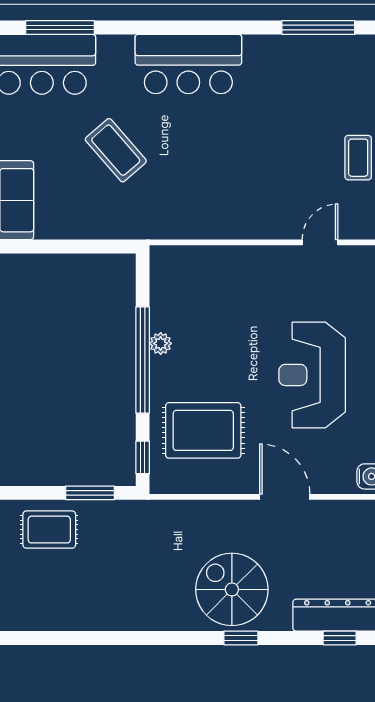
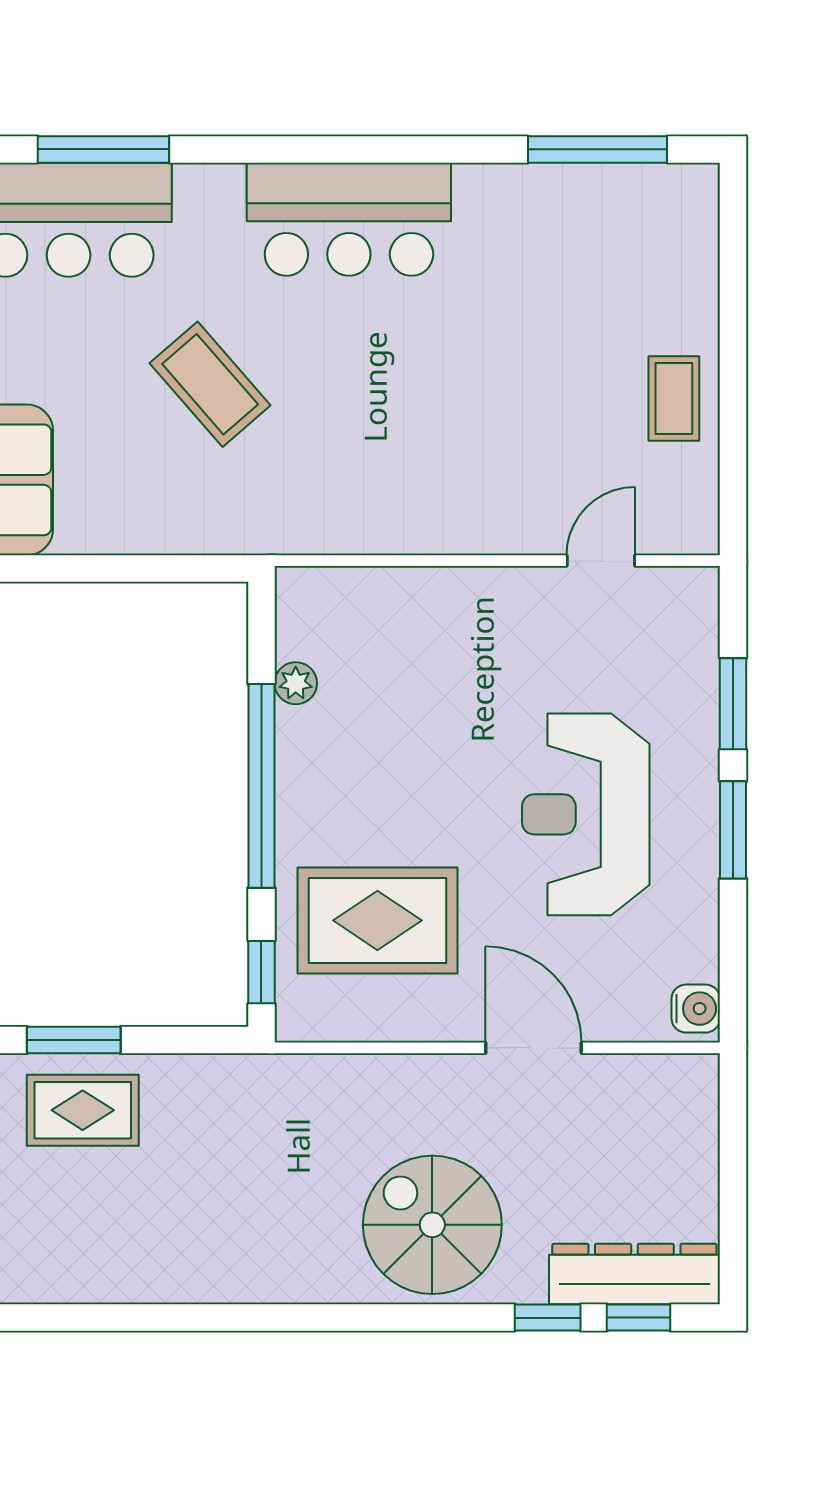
plant: (161, 343) -> (296, 683), moved
window: (90, 493) -> (74, 1040), moved
window: (241, 638) -> (548, 1318), moved

